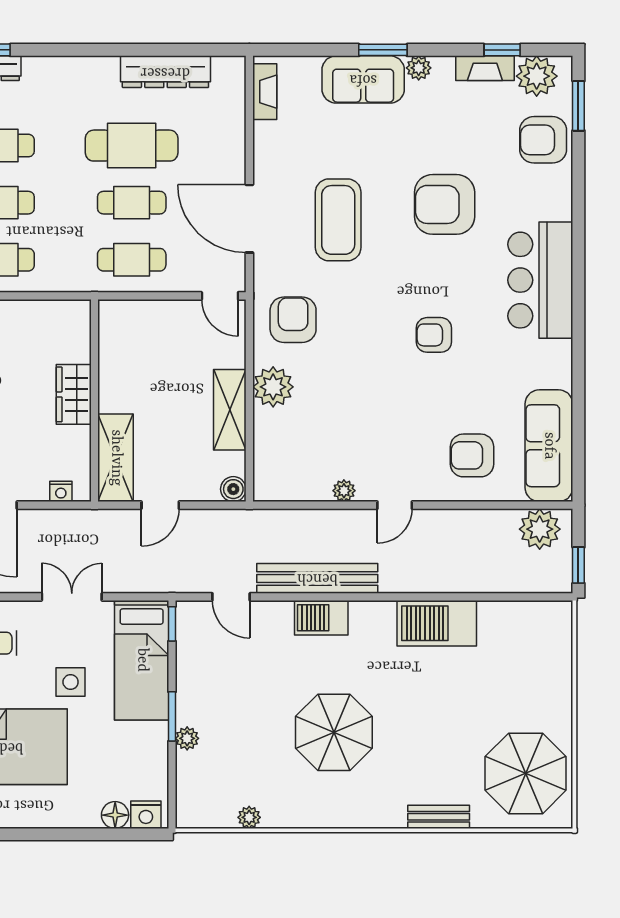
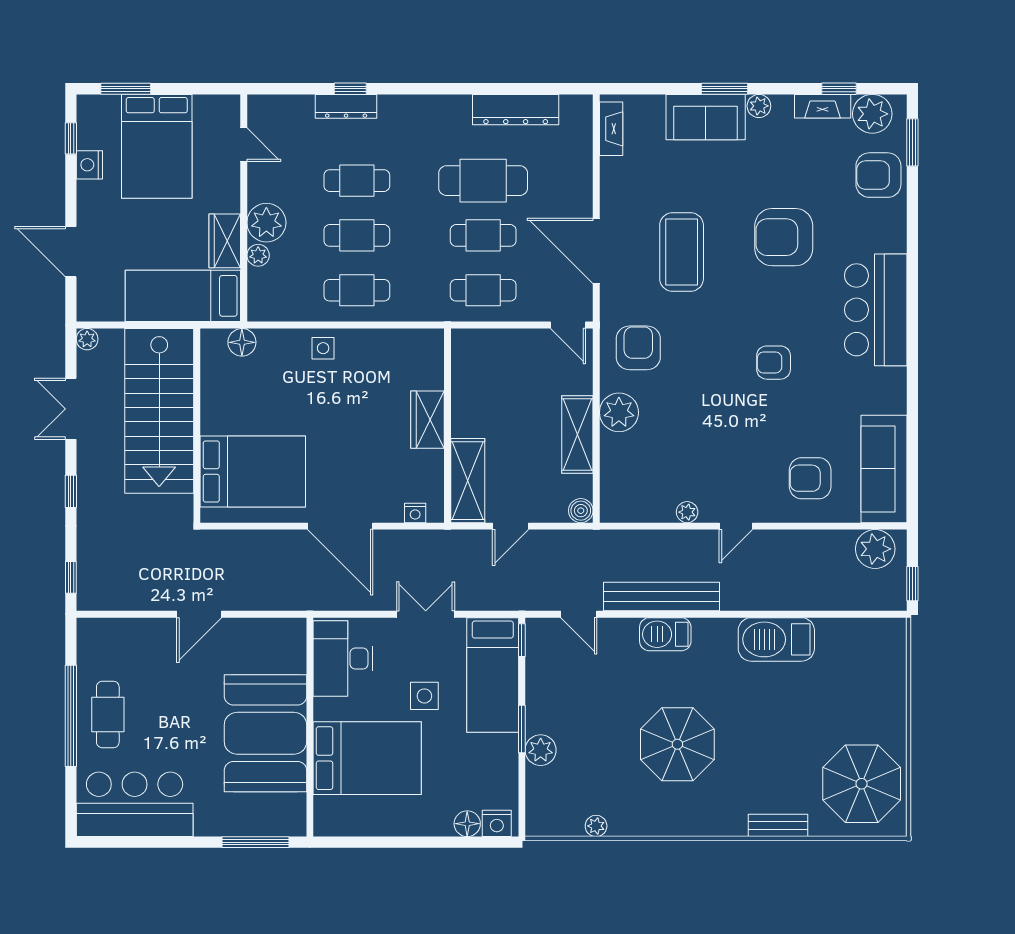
plant: (187, 738) -> (541, 750), width x1.38, depth x1.38

